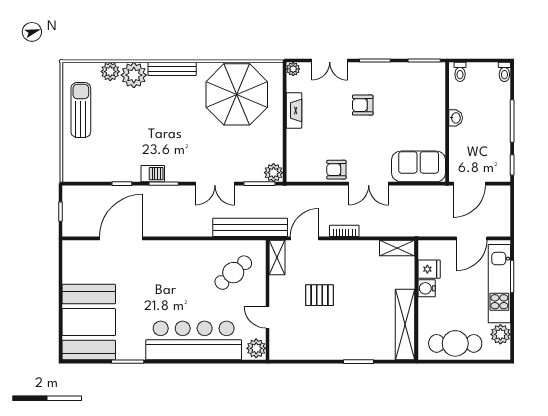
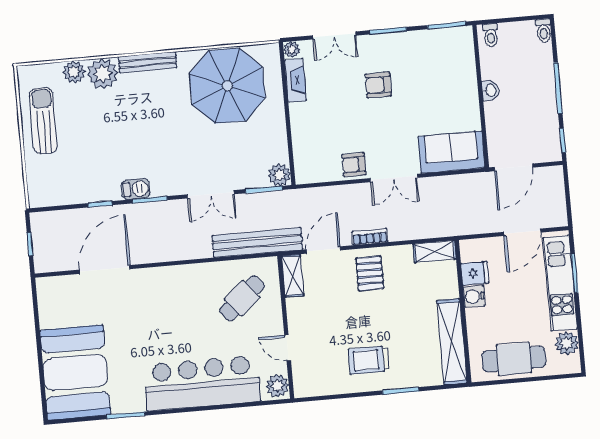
fireplace: (294, 110) -> (295, 80), moved
pallet: (320, 295) -> (370, 273), moved, turned 90
trolley: (334, 334) -> (369, 360), added

